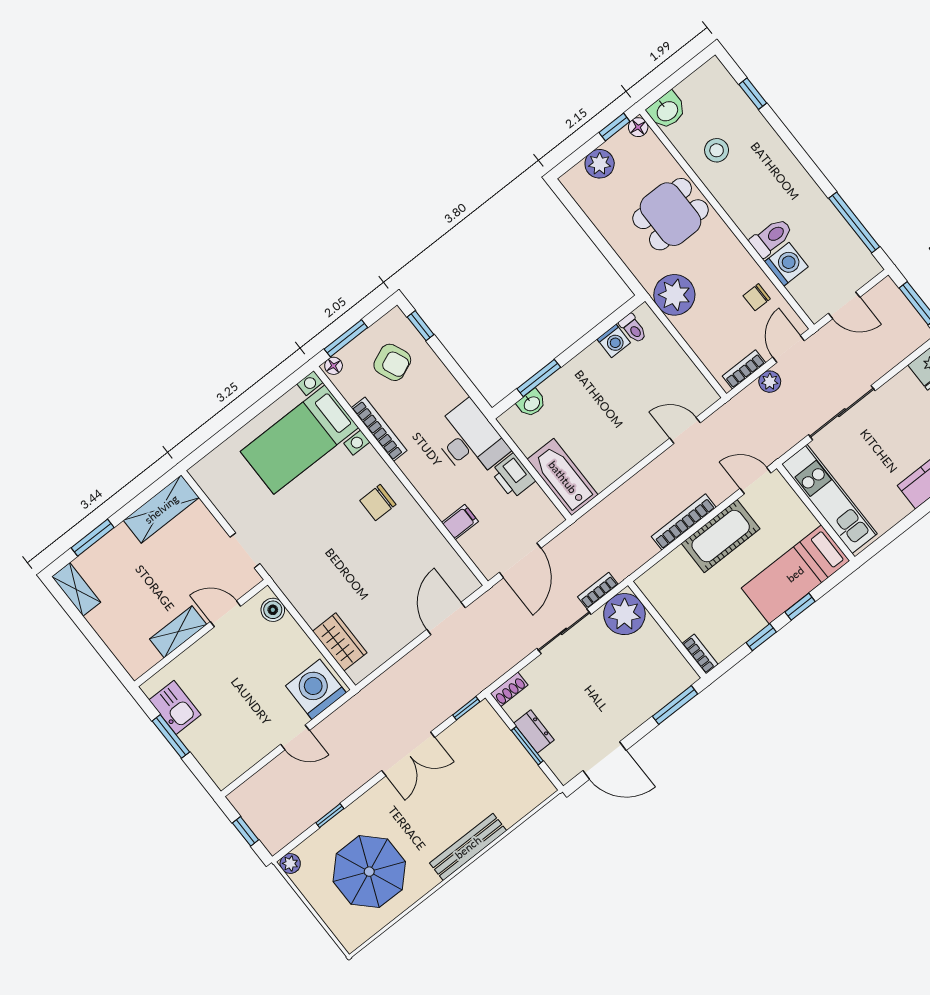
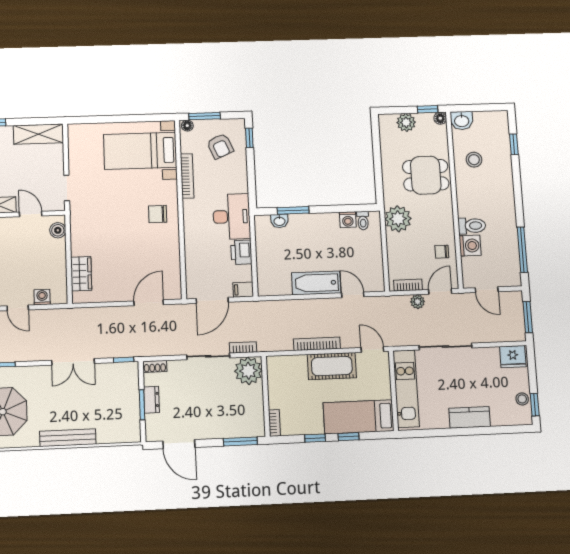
bathtub: (563, 477) -> (316, 283), moved, turned -90
filing cabinet: (460, 522) -> (243, 290), moved, turned 180
washing machine: (316, 689) -> (42, 297), width x0.53, depth x0.53

